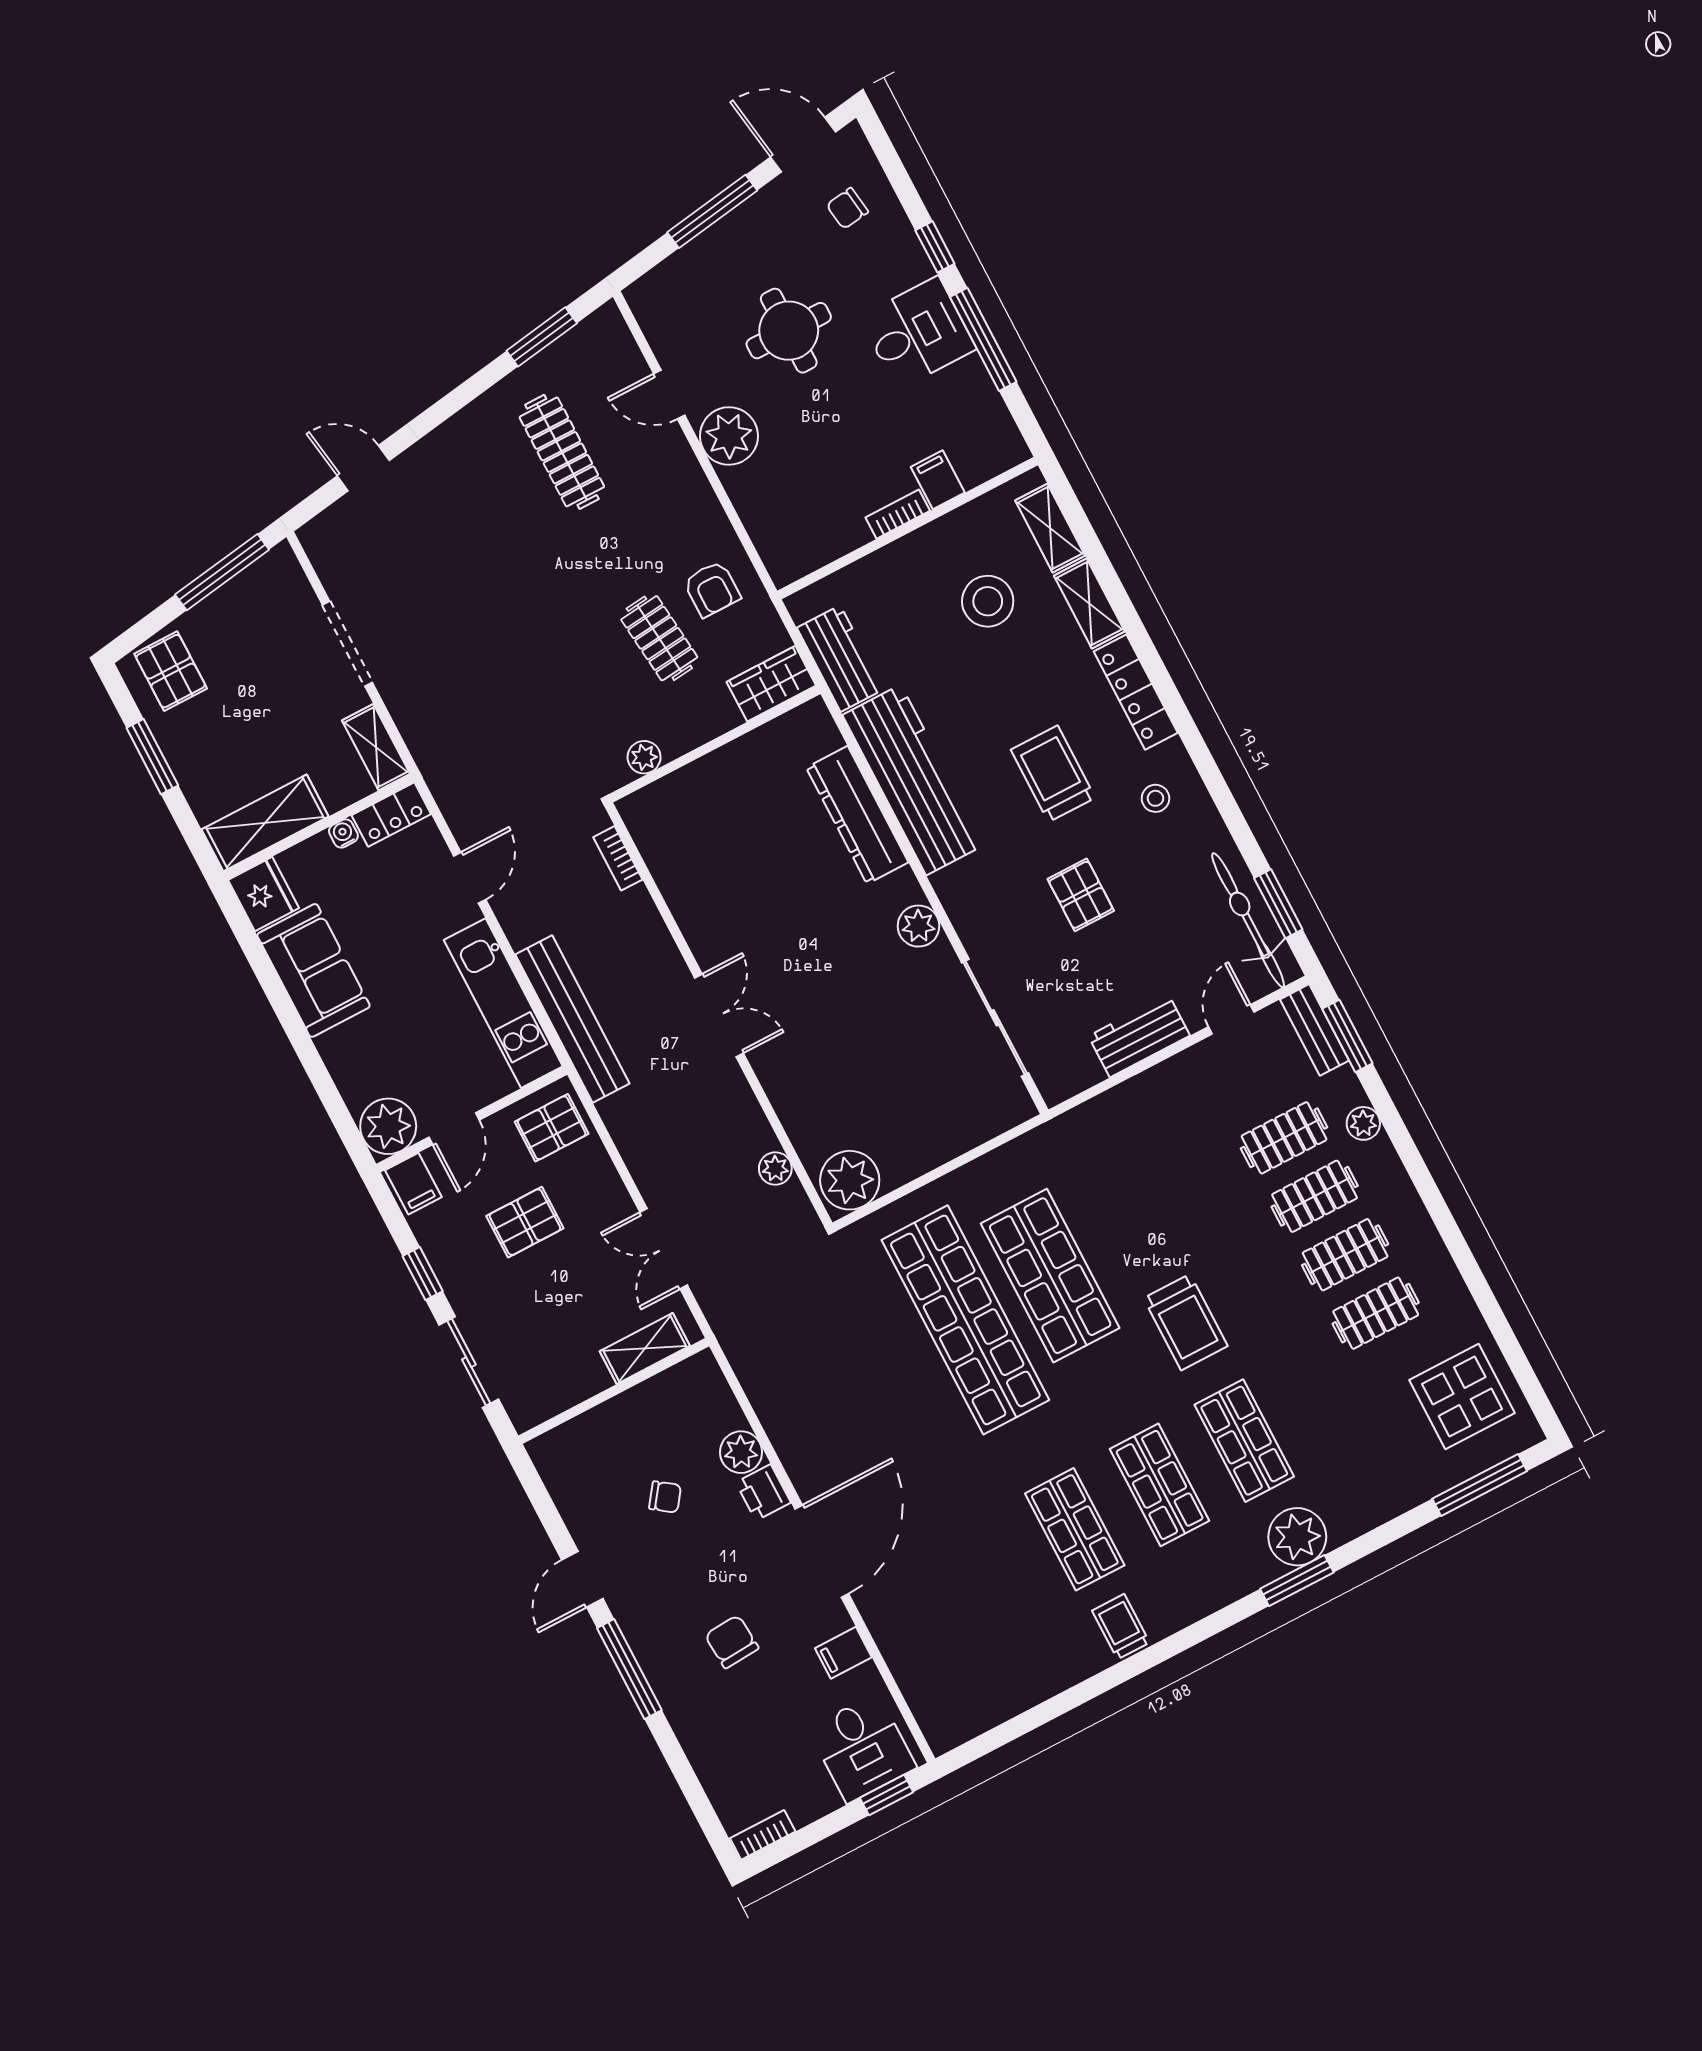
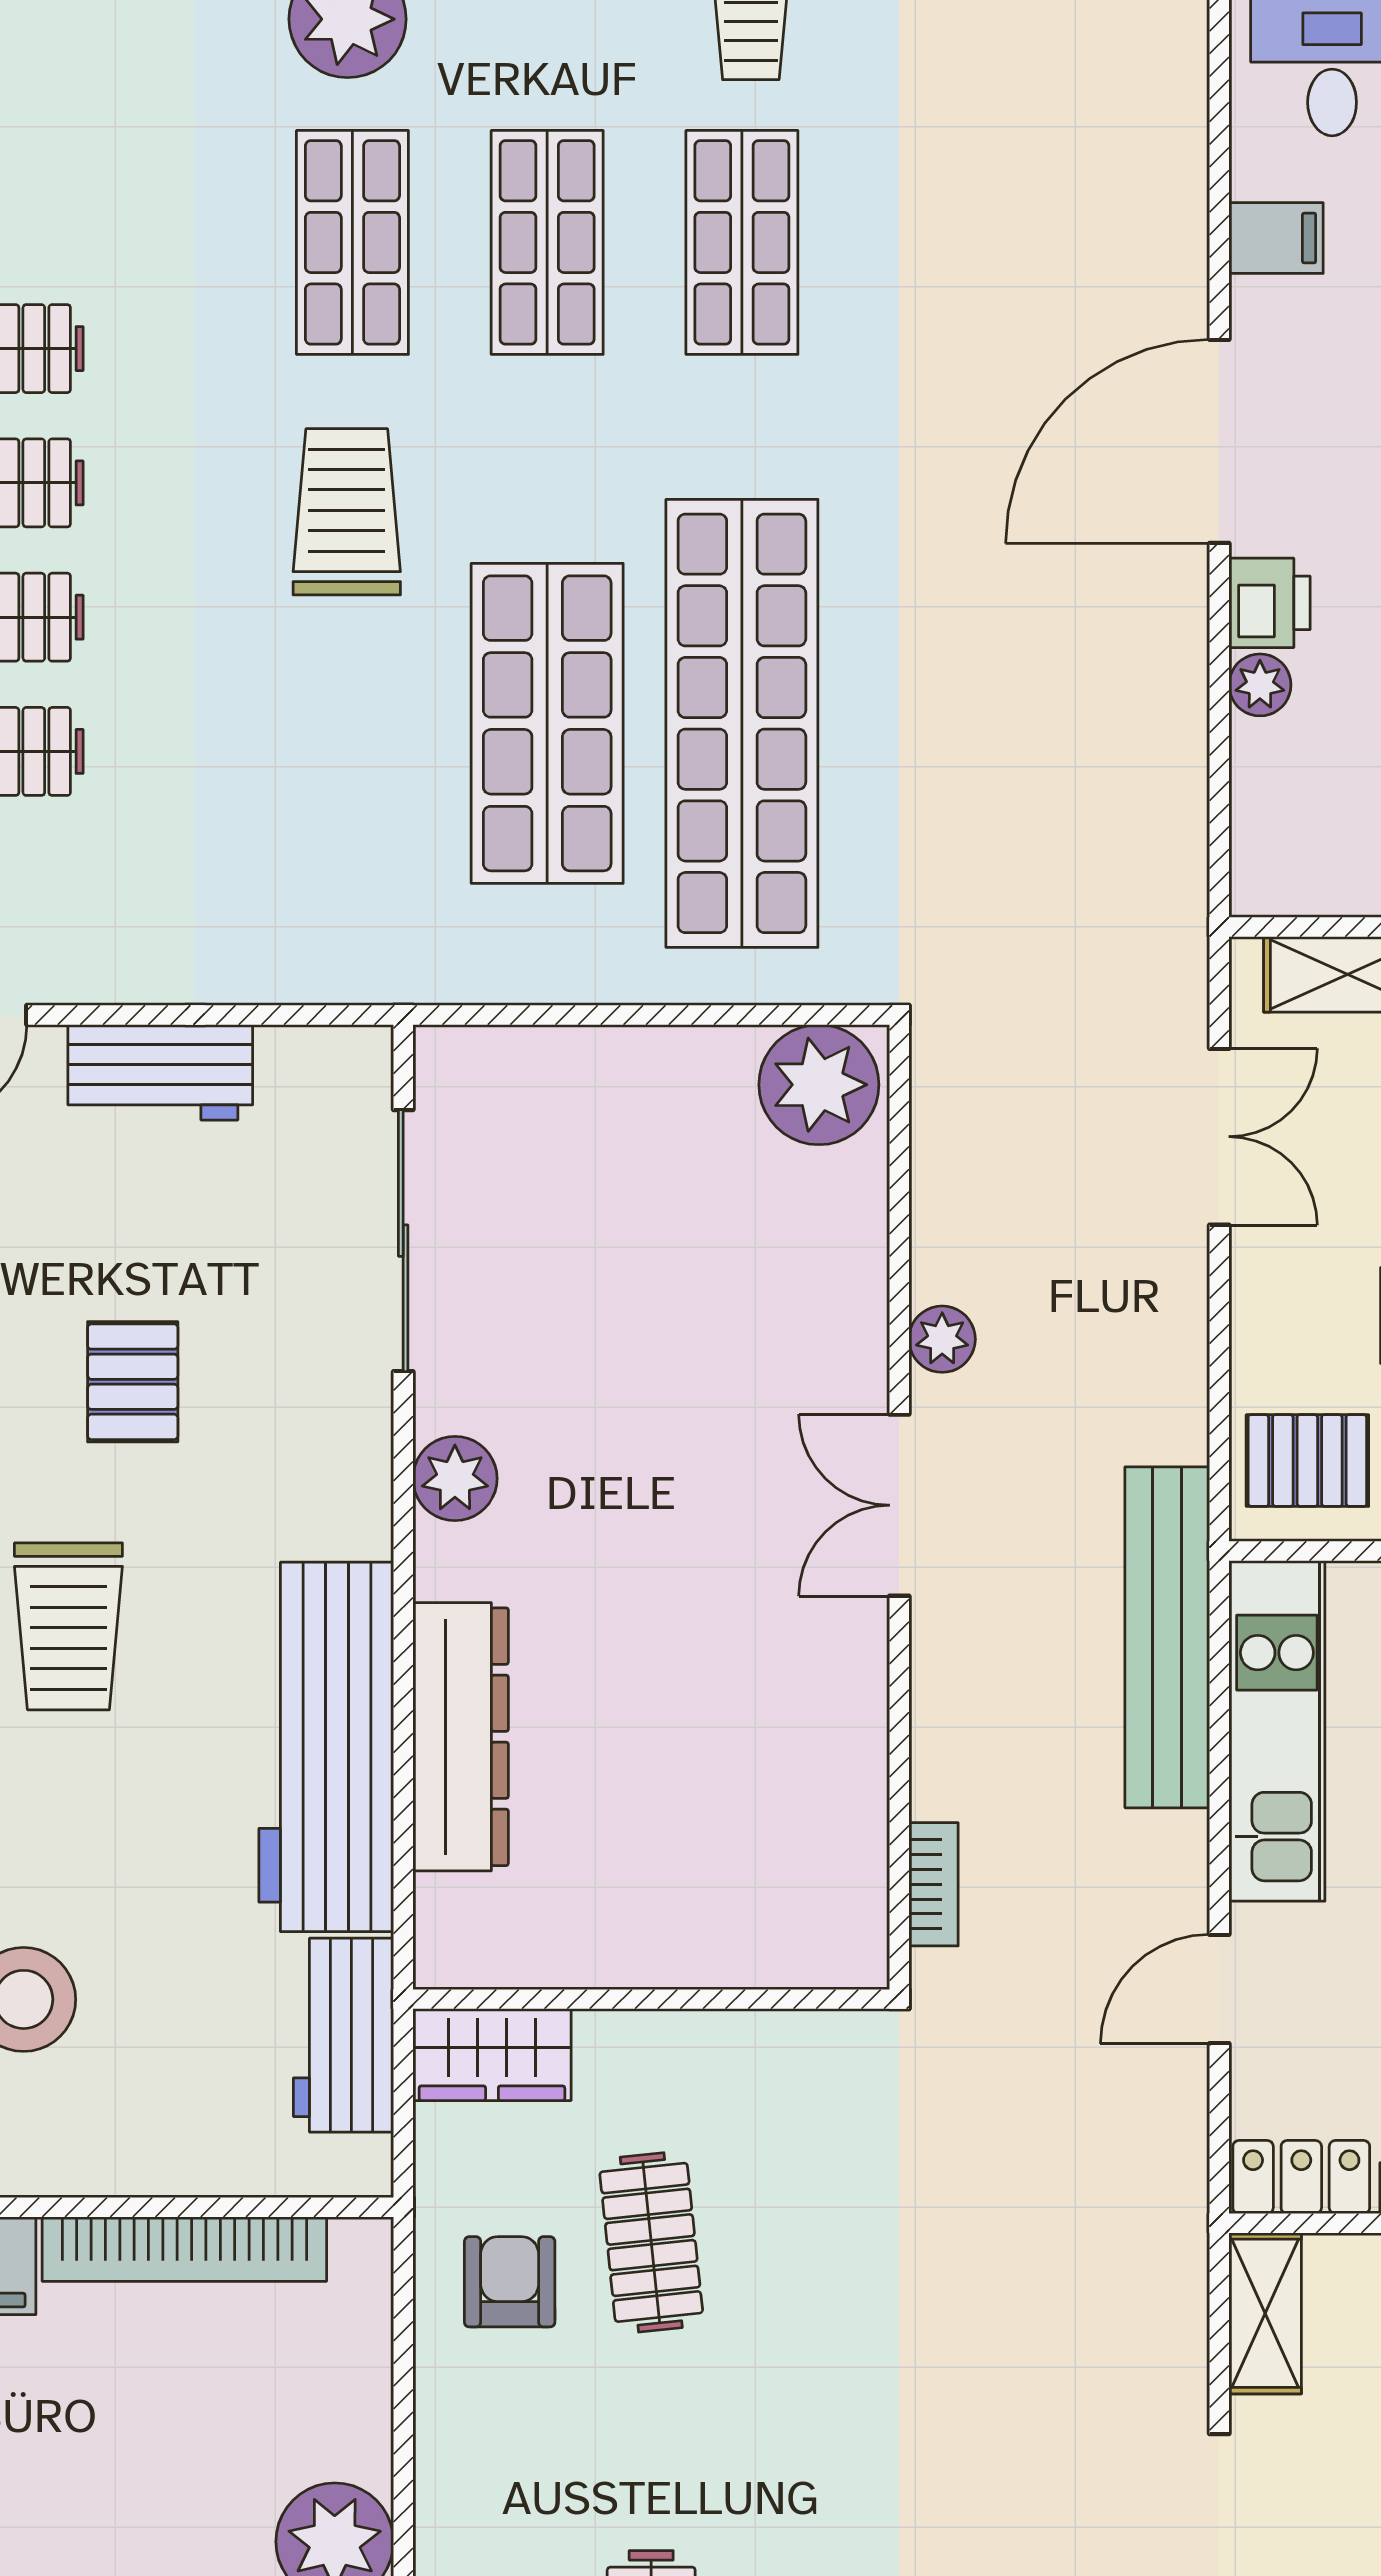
bookcase: (898, 514) -> (184, 2249), width x2.31, depth x1.31
plant: (644, 757) -> (791, 2042), removed
plant: (775, 1169) -> (942, 1339), moved
plant: (741, 1452) -> (1260, 685), width x0.73, depth x0.73

